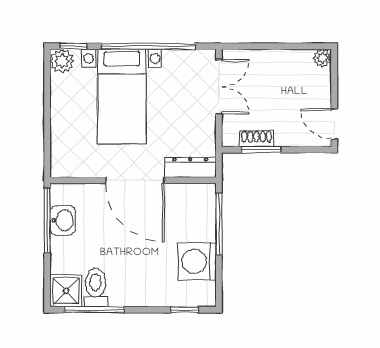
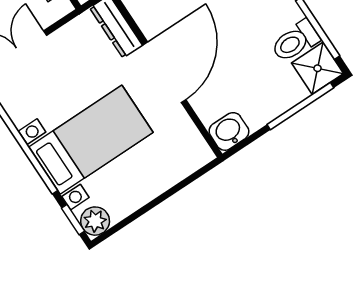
window: (47, 220) -> (300, 106), moved
washbasin: (63, 220) -> (229, 131), moved

